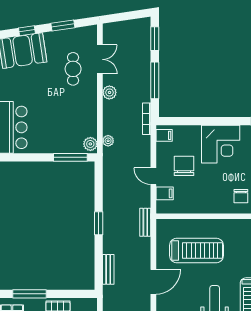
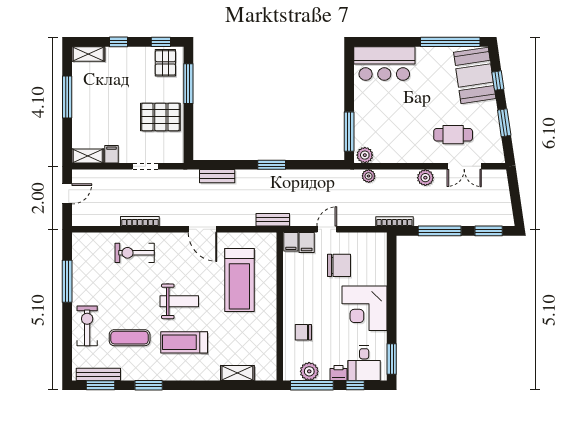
filing cabinet: (164, 135) -> (291, 242), moved

